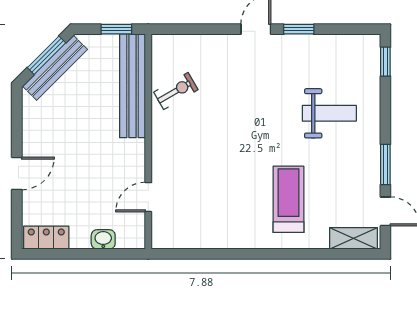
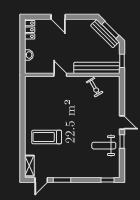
weight bench: (329, 113) -> (104, 146), moved, turned 90
door: (148, 197) -> (60, 75), moved
treadmill: (288, 199) -> (47, 137), turned 180

